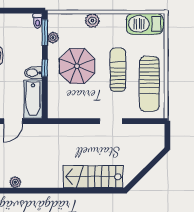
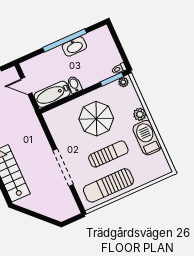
barbecue: (145, 24) -> (147, 138), moved
plant: (53, 38) -> (123, 82), moved
window: (45, 68) -> (83, 92), removed
doorway: (111, 121) -> (63, 167), width x1.87

